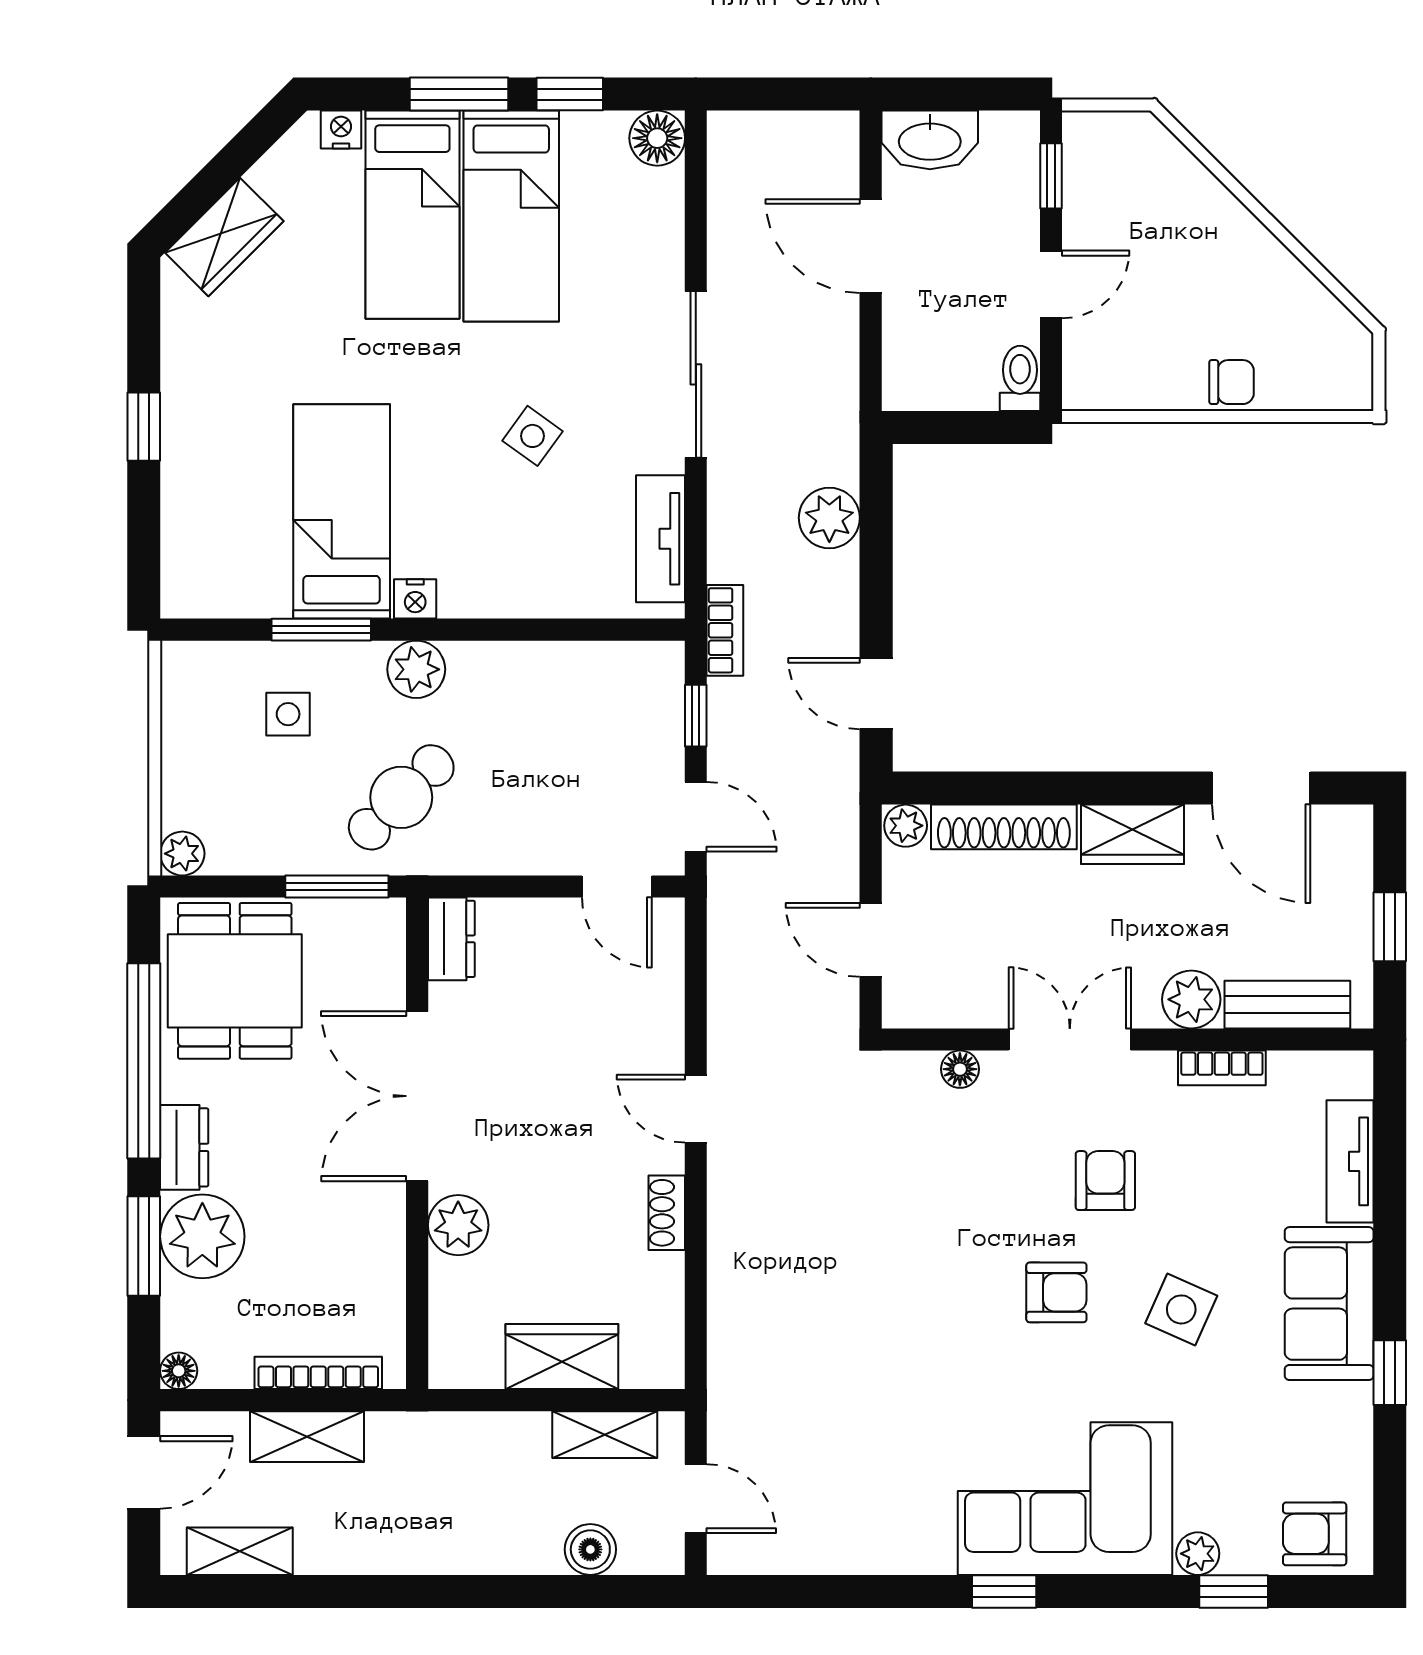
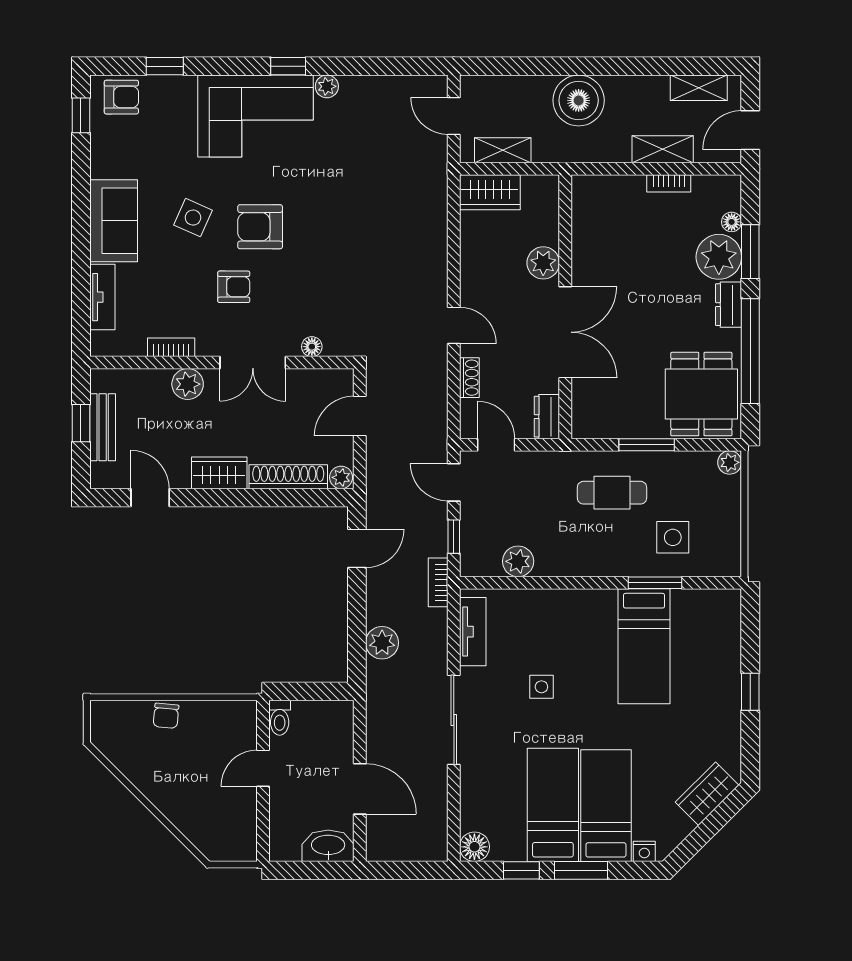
window: (1051, 176) -> (263, 826), removed
chair: (1232, 382) -> (166, 716), turned -85
side table: (532, 436) -> (541, 687), turned -36
nightstand: (415, 599) -> (604, 599), removed
plant: (416, 669) -> (518, 561), moved
door: (876, 694) -> (357, 548), hinge flipped
side table: (288, 714) -> (673, 537), width x1.37, depth x1.37
door: (1261, 788) -> (150, 498), width x0.73
cafe table: (401, 797) -> (612, 493), turned 45
dresser: (451, 939) -> (547, 417), moved
door: (871, 940) -> (360, 416), swing flipped
bench: (1287, 1005) -> (103, 427), moved, turned 90
double door: (417, 1096) -> (565, 332), moved
wall: (417, 1143) -> (565, 307), moved
armchair: (1105, 1181) -> (234, 287), turned -90
shoe rack: (667, 1213) -> (469, 378), moved
plant: (458, 1225) -> (543, 263), moved
armchair: (1056, 1292) -> (260, 227), width x1.38, depth x1.38
wardrobe: (562, 1357) -> (490, 192), moved
floor lamp: (179, 1371) -> (732, 222), moved
bookcase: (318, 1373) -> (669, 183), width x0.64
window: (1390, 1373) -> (81, 115), moved
boiler: (590, 1549) -> (579, 100), moved, width x1.86, depth x1.86
plant: (1198, 1554) -> (327, 86), moved

